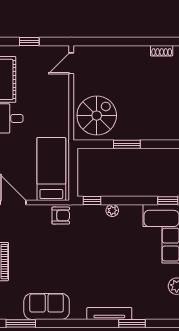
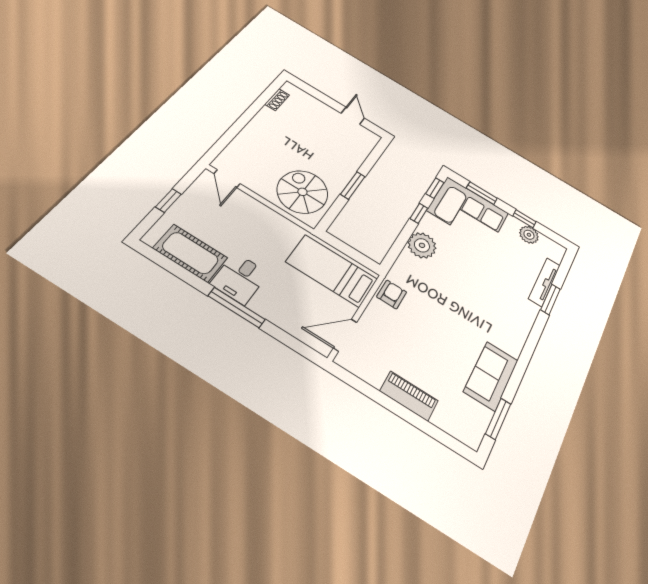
window: (92, 200) -> (419, 213), moved
plant: (112, 210) -> (422, 245), width x1.87, depth x1.87
tv unit: (109, 313) -> (544, 282), moved

